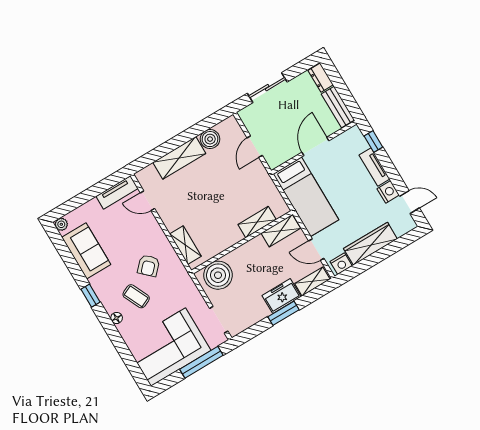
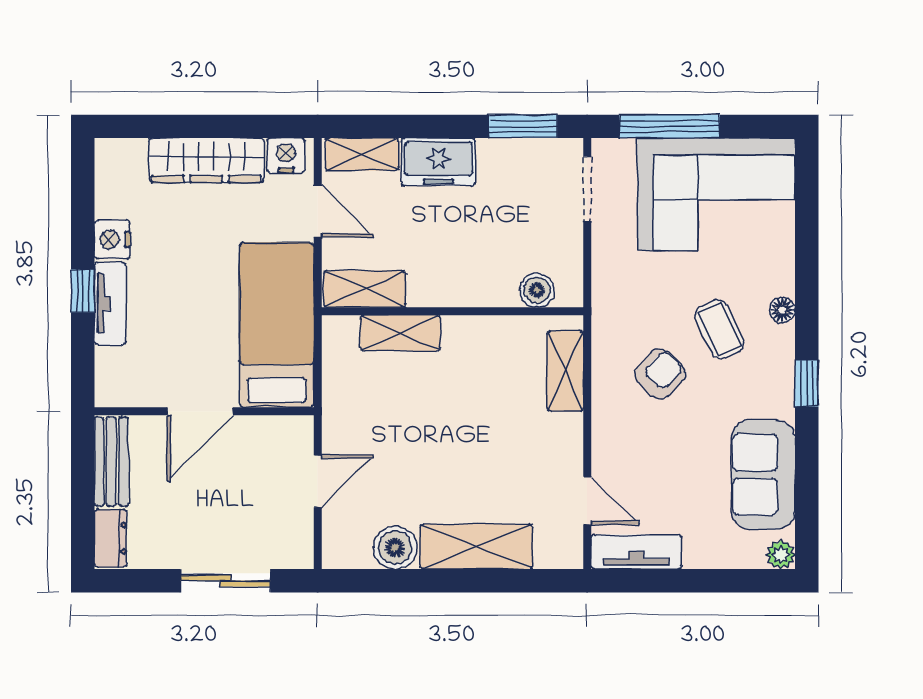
window: (373, 142) -> (83, 291), moved
door: (410, 202) -> (83, 195), removed
boiler: (218, 275) -> (537, 290), width x0.54, depth x0.54
window: (284, 313) -> (523, 126), moved

